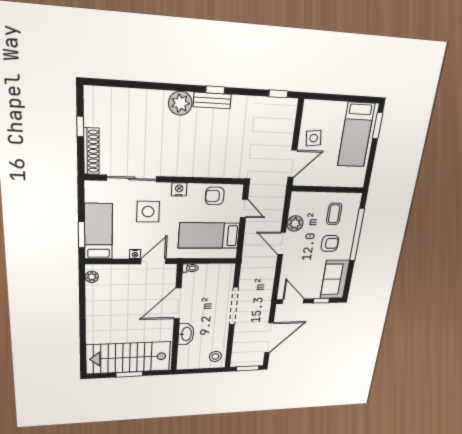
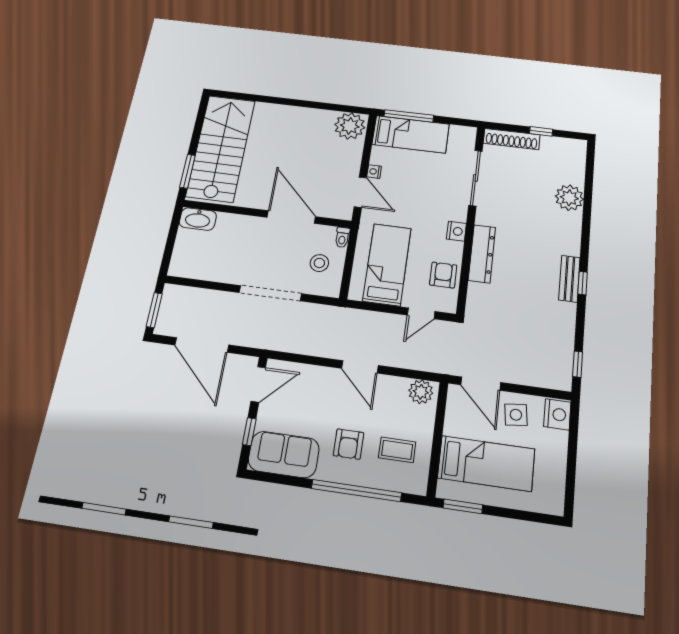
plant: (180, 103) -> (569, 198), moved
nightstand: (314, 109) -> (557, 414), added
window: (378, 126) -> (463, 506), moved
bed: (356, 135) -> (486, 463), moved, turned 180
dresser: (196, 169) -> (482, 254), added
side table: (148, 212) -> (430, 192), removed
plant: (295, 223) -> (421, 392), moved
window: (82, 235) -> (409, 116), width x1.44
door: (282, 243) -> (360, 367), swing flipped
plant: (92, 277) -> (350, 126), width x1.88, depth x1.88
washbasin: (186, 334) -> (198, 219), moved
stool: (215, 356) -> (319, 263), moved
window: (129, 374) -> (187, 171), moved

